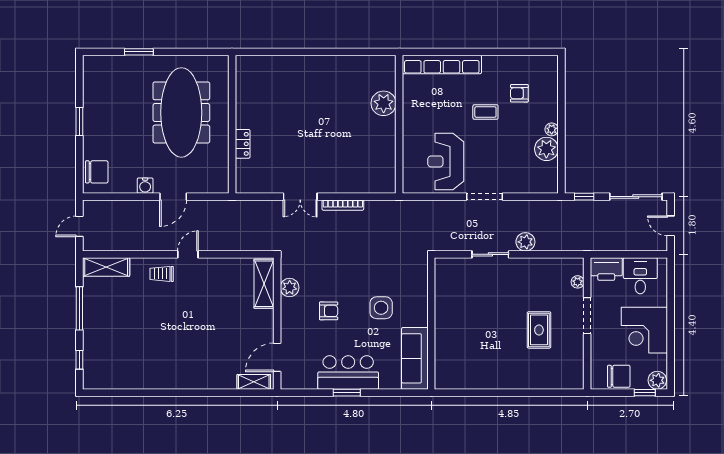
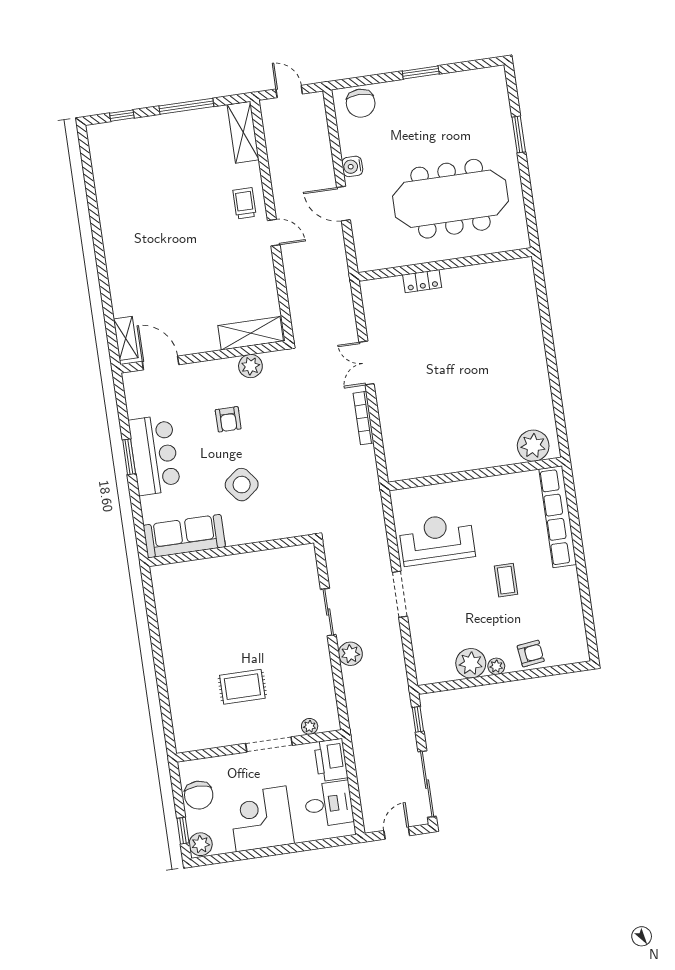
armchair: (519, 93) -> (531, 654), moved, turned 83
plant: (384, 103) -> (533, 446), moved
side table: (381, 308) -> (242, 485), turned -38

